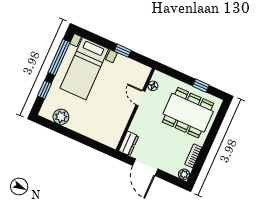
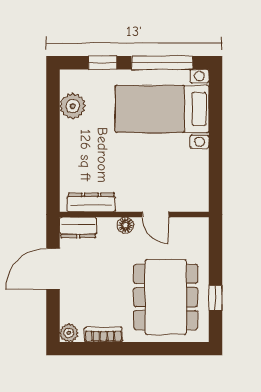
window: (123, 51) -> (216, 155), removed
floor lamp: (153, 86) -> (125, 225), moved
door: (140, 98) -> (155, 214), swing flipped
dresser: (118, 130) -> (91, 202), added

